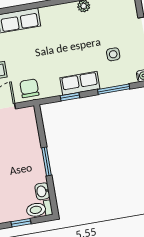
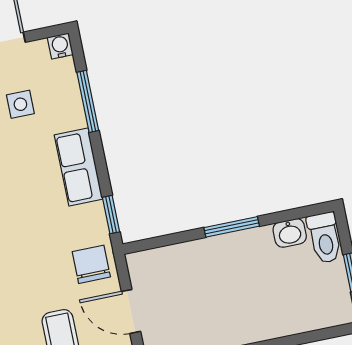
chair: (29, 88) -> (91, 264), turned 90
window: (70, 97) -> (111, 215), moved

